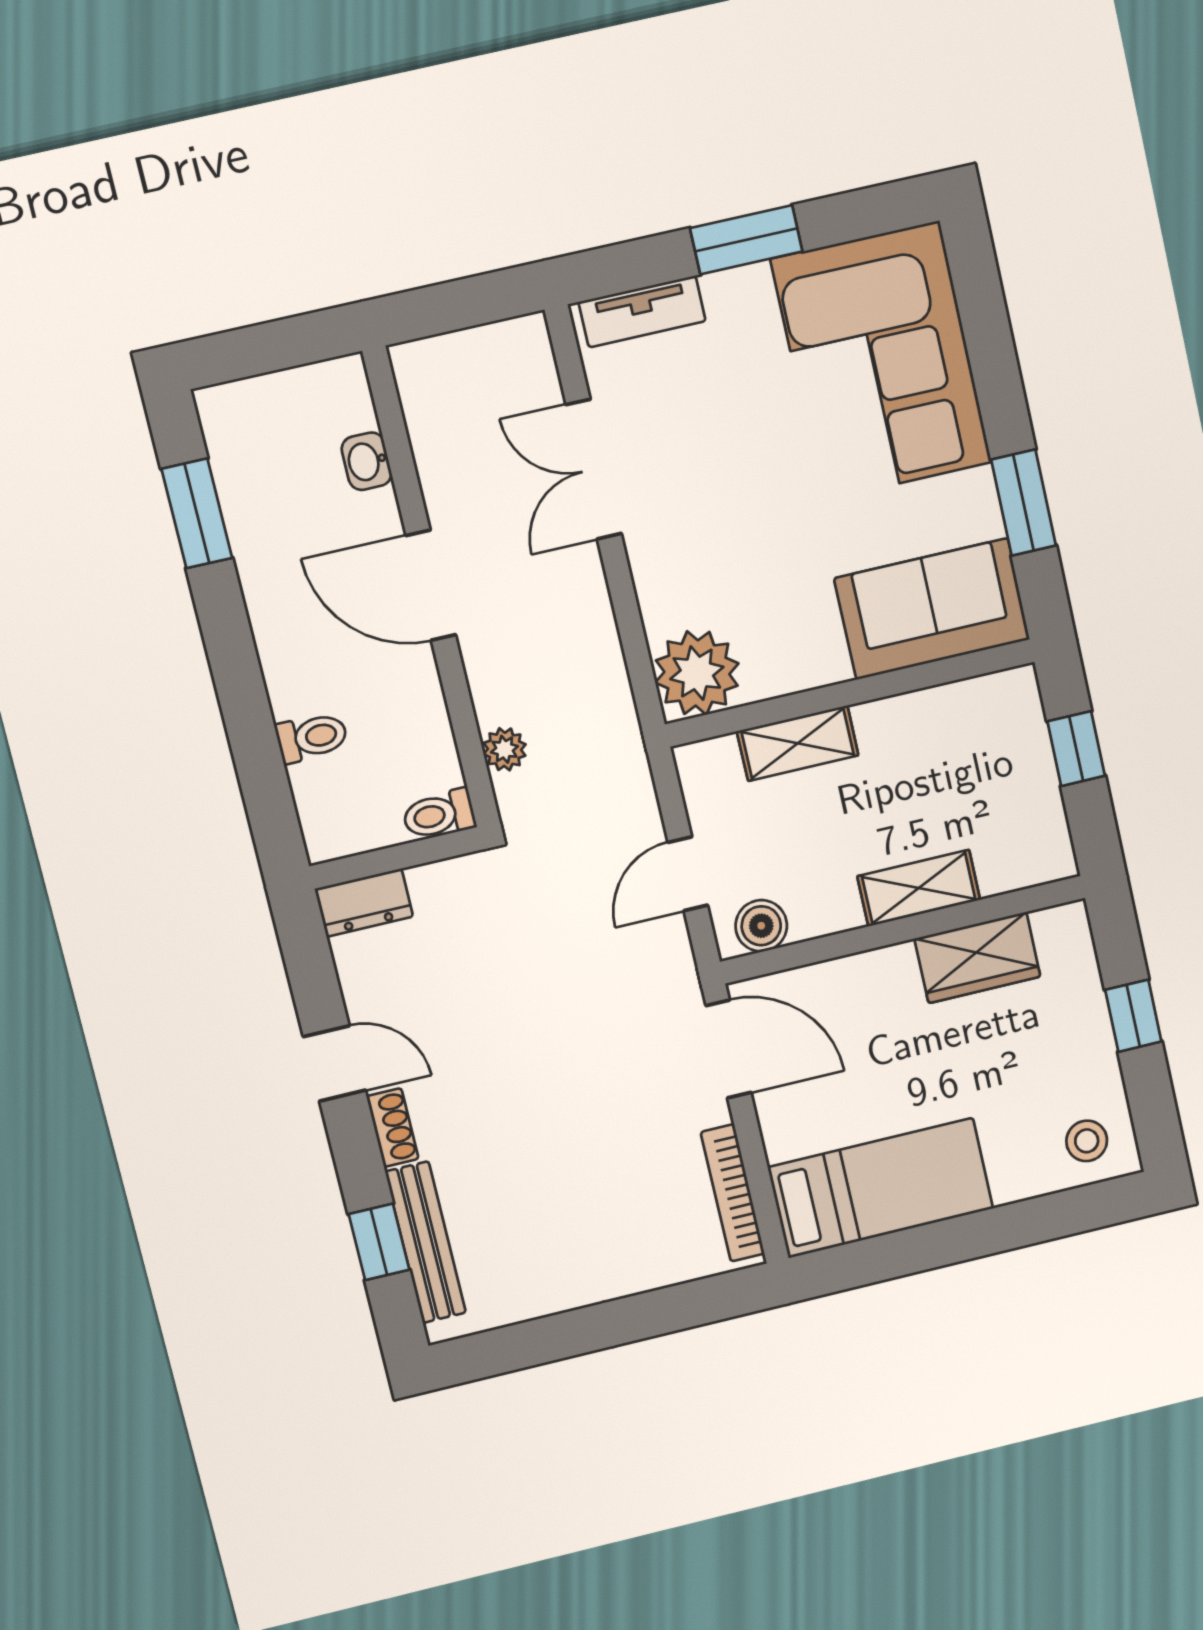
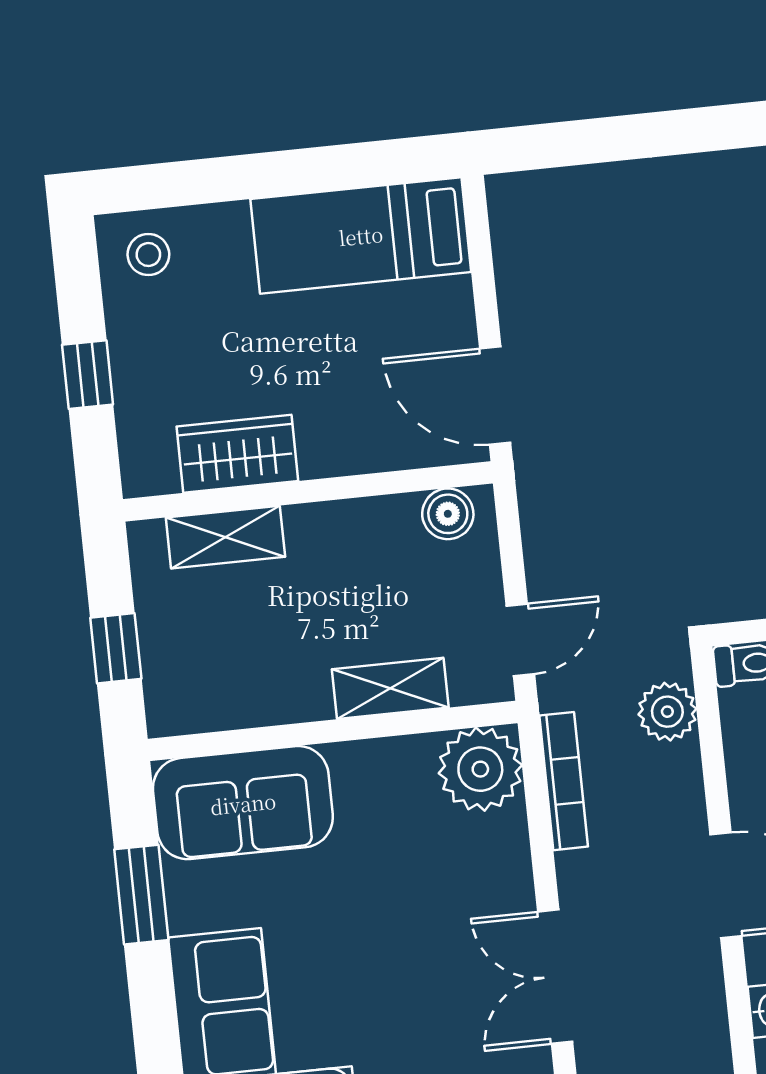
double door: (594, 469) -> (555, 977), swing flipped
plant: (505, 749) -> (667, 712), width x1.38, depth x1.38
door: (688, 874) -> (520, 640), moved
shelving: (919, 888) -> (225, 537), moved
bookcase: (733, 1193) -> (564, 781), moved

